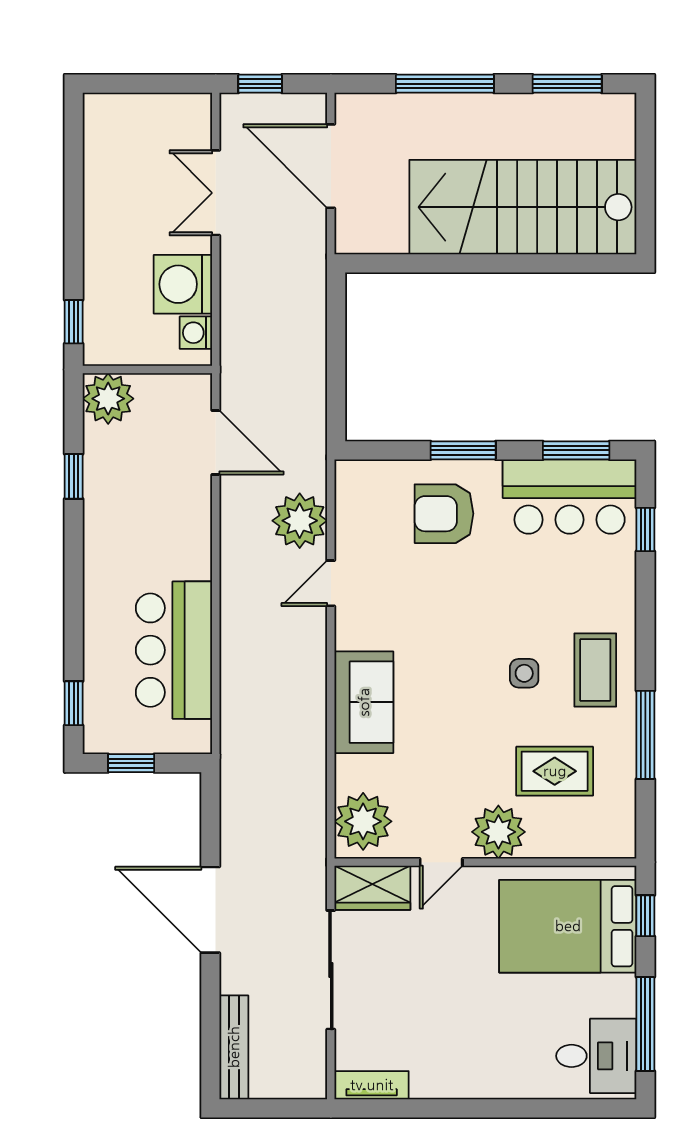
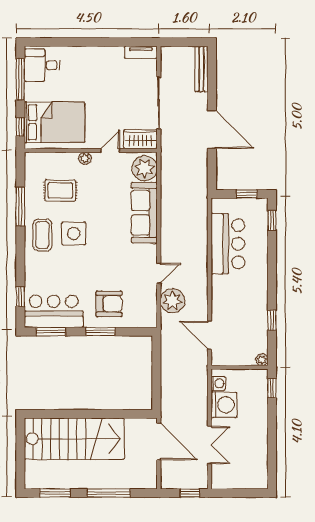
door: (331, 166) -> (159, 441), moved
plant: (108, 399) -> (262, 360), width x0.53, depth x0.53
side table: (524, 673) -> (74, 234), width x1.87, depth x1.87
sofa: (364, 702) -> (144, 213), width x1.36
plant: (498, 832) -> (85, 158), width x0.53, depth x0.53

